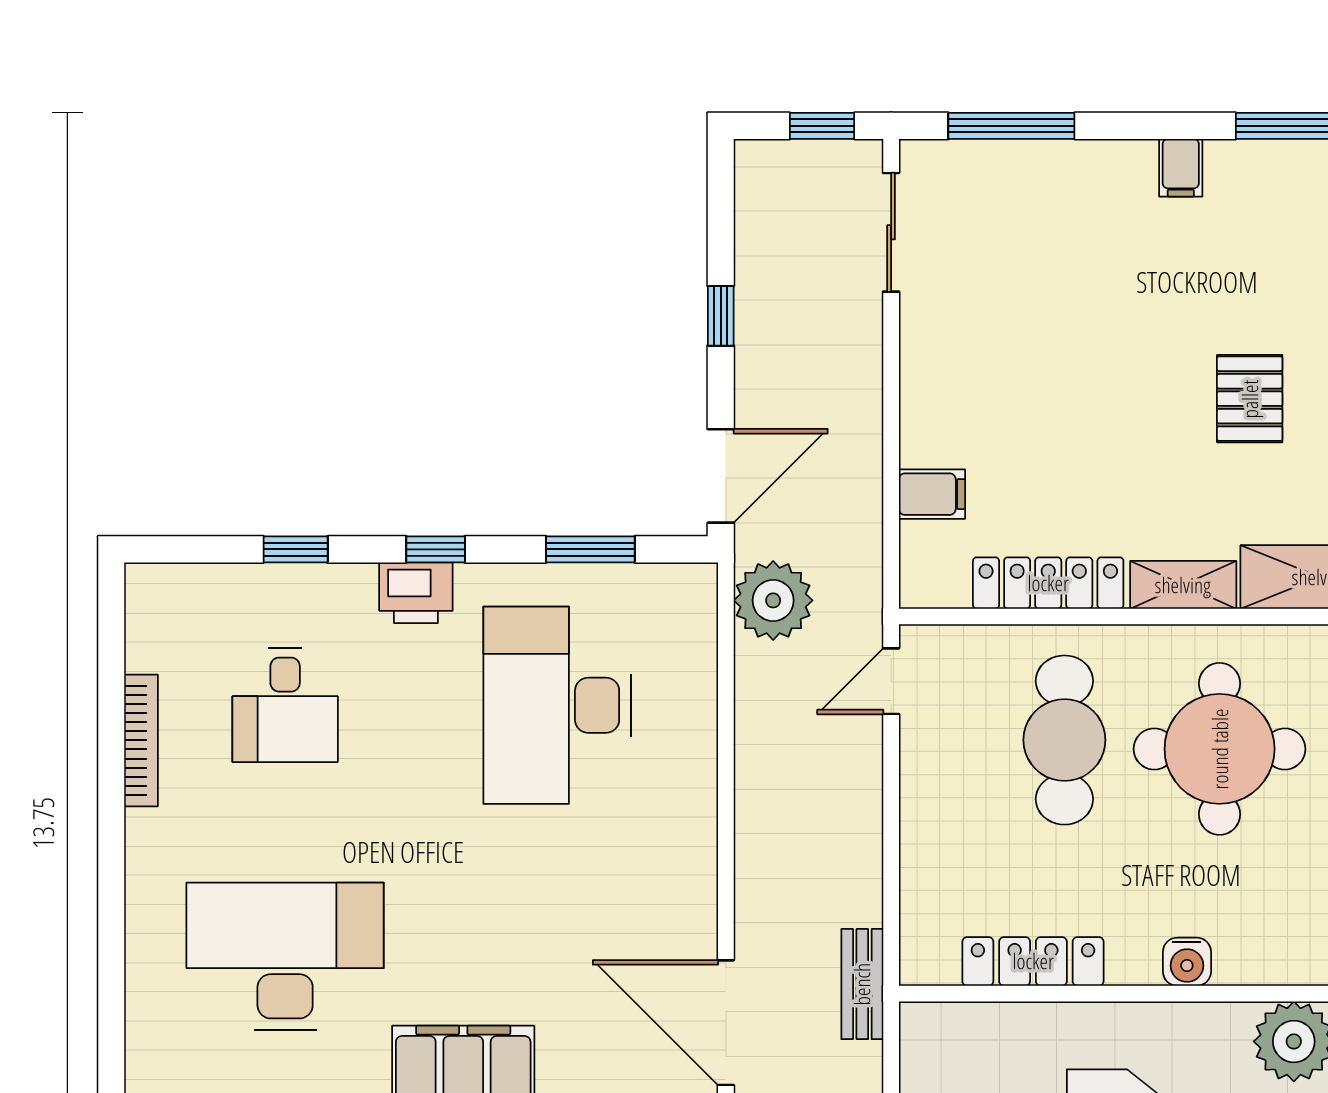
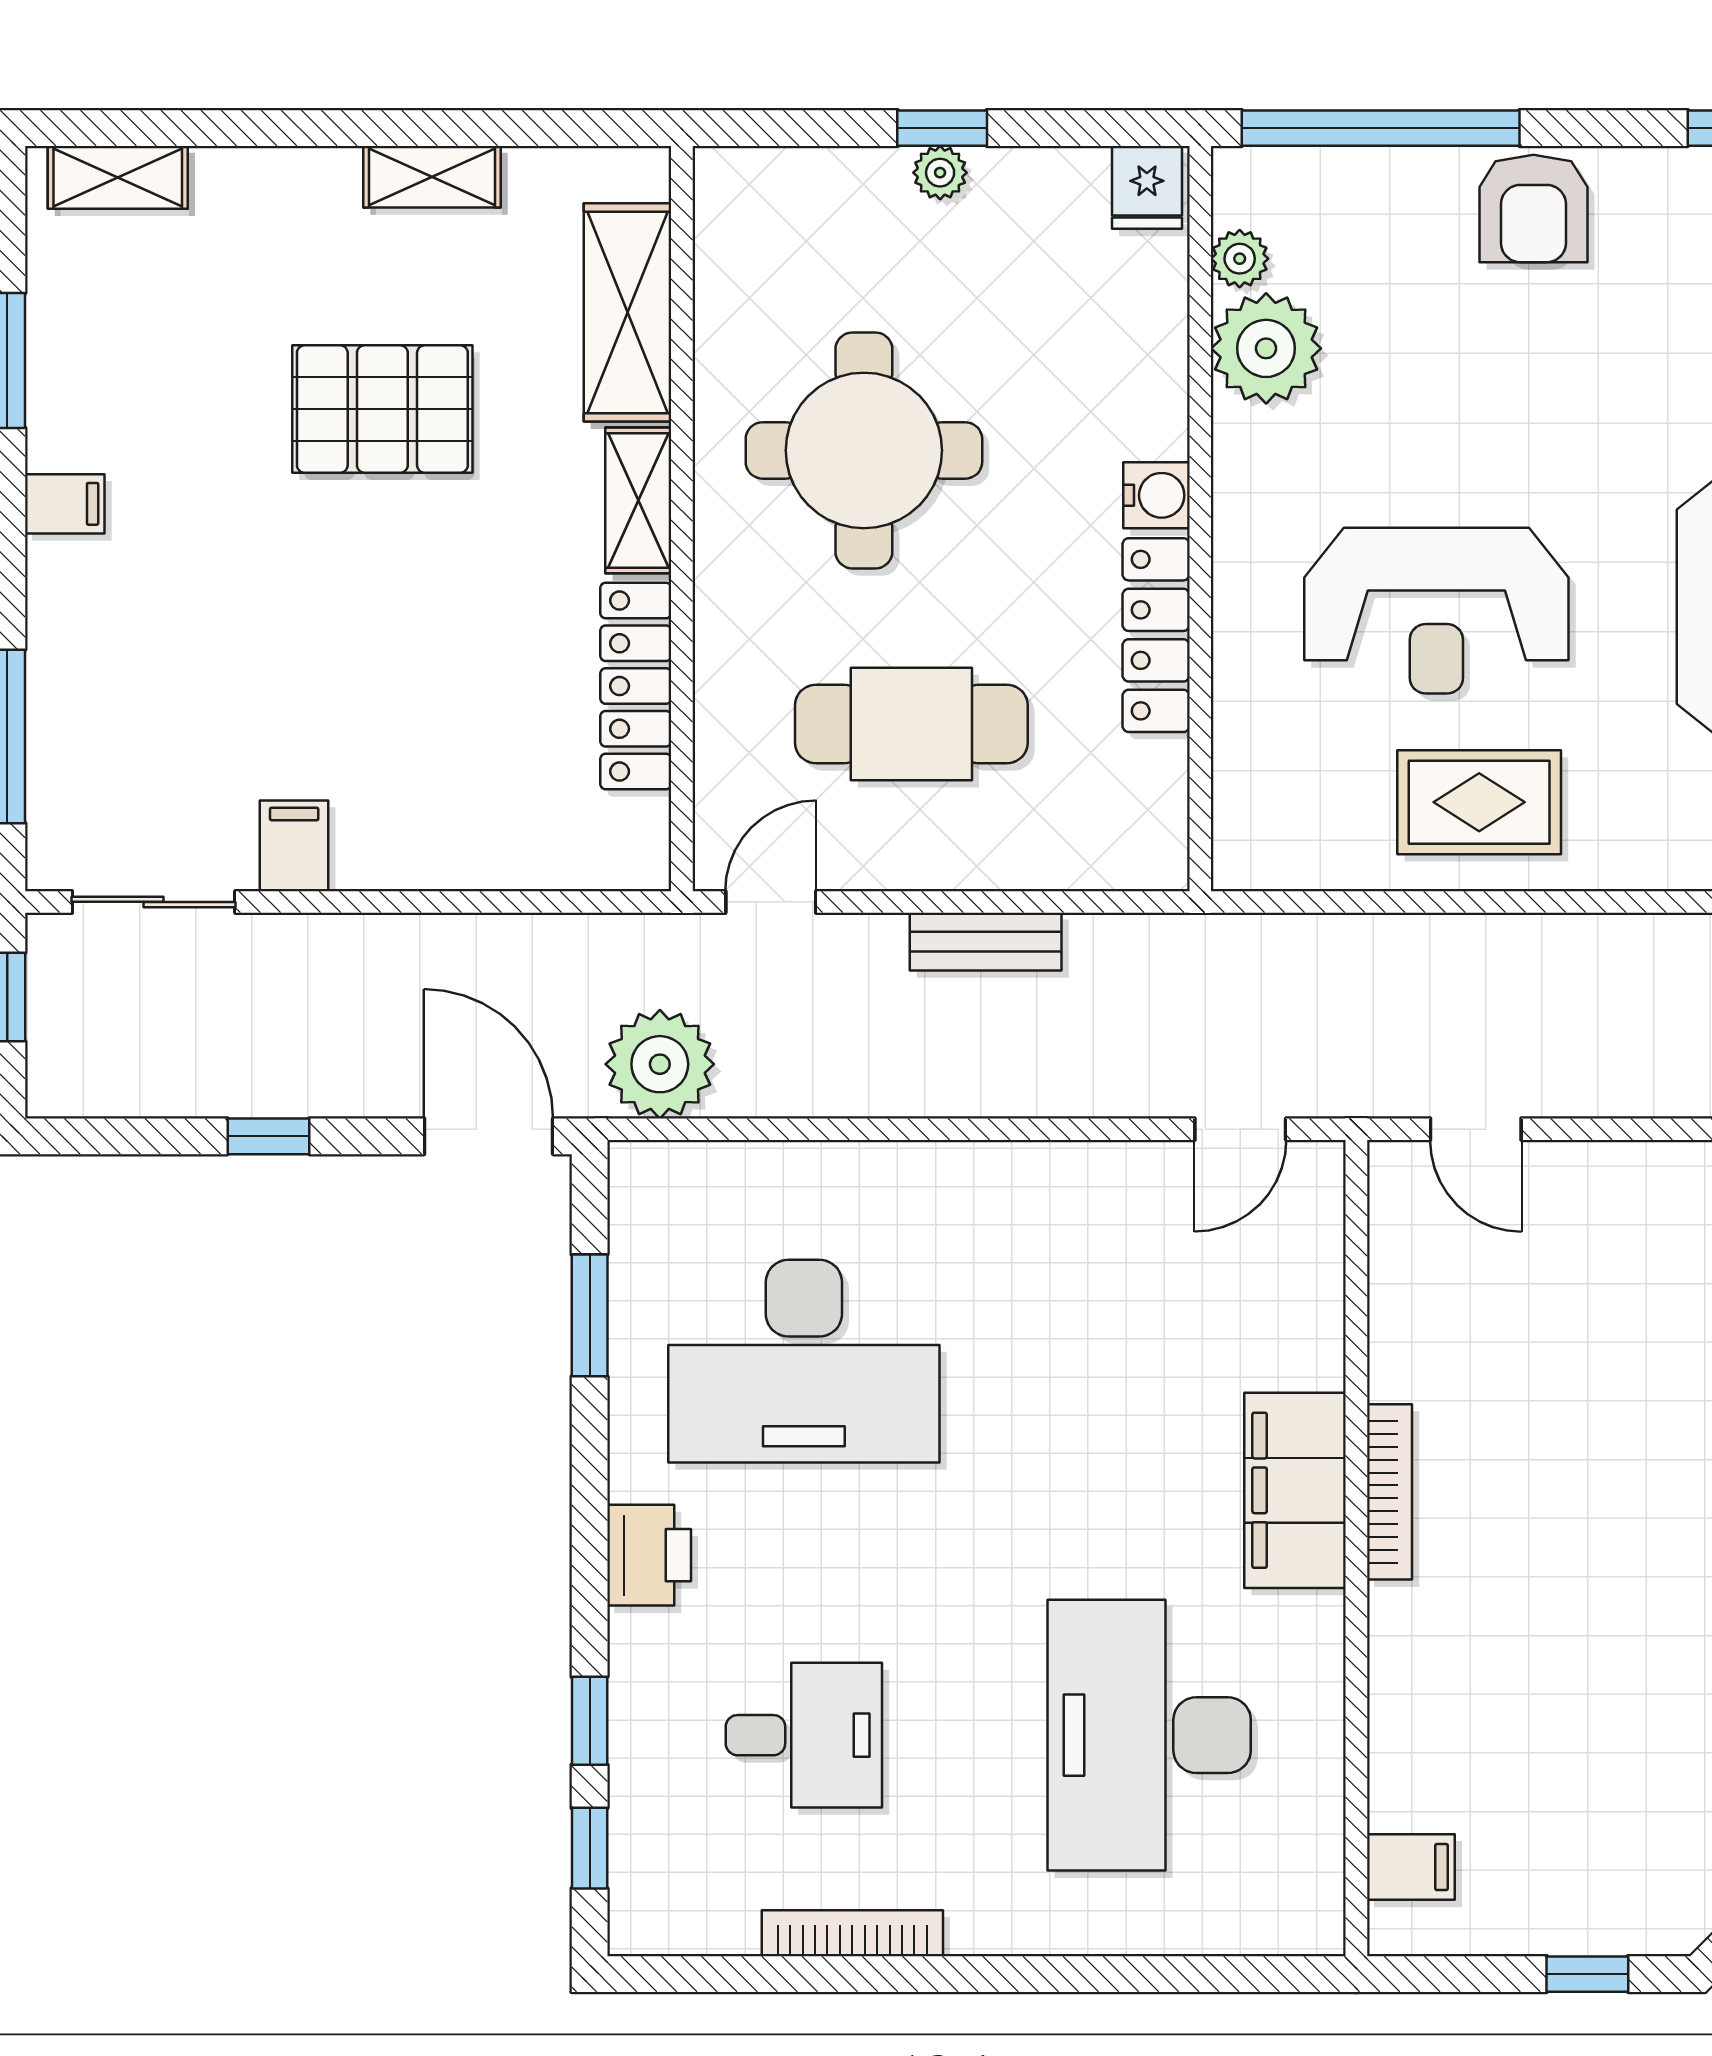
pallet: (1250, 399) -> (382, 409), width x1.50, depth x1.42
filing cabinet: (932, 494) -> (294, 846), moved
window: (436, 549) -> (590, 1848), moved
door: (891, 681) -> (771, 902), swing flipped
cafe table: (1064, 740) -> (911, 724), moved
locker: (1033, 961) -> (1156, 635), moved
bench: (862, 984) -> (986, 942), moved
door: (726, 1023) -> (1240, 1129), width x0.53

